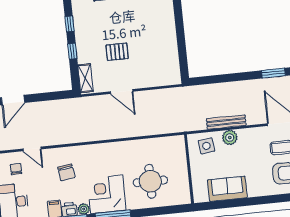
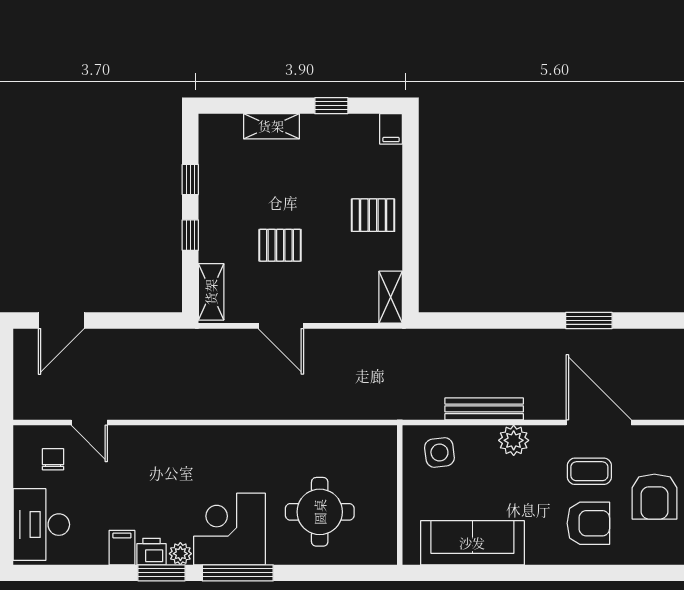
pallet: (162, 32) -> (373, 215), added
shelving: (174, 72) -> (391, 297), added
plant: (230, 137) -> (514, 440), moved
chair: (66, 172) -> (153, 477), removed
sofa: (227, 189) -> (472, 543), width x1.36

